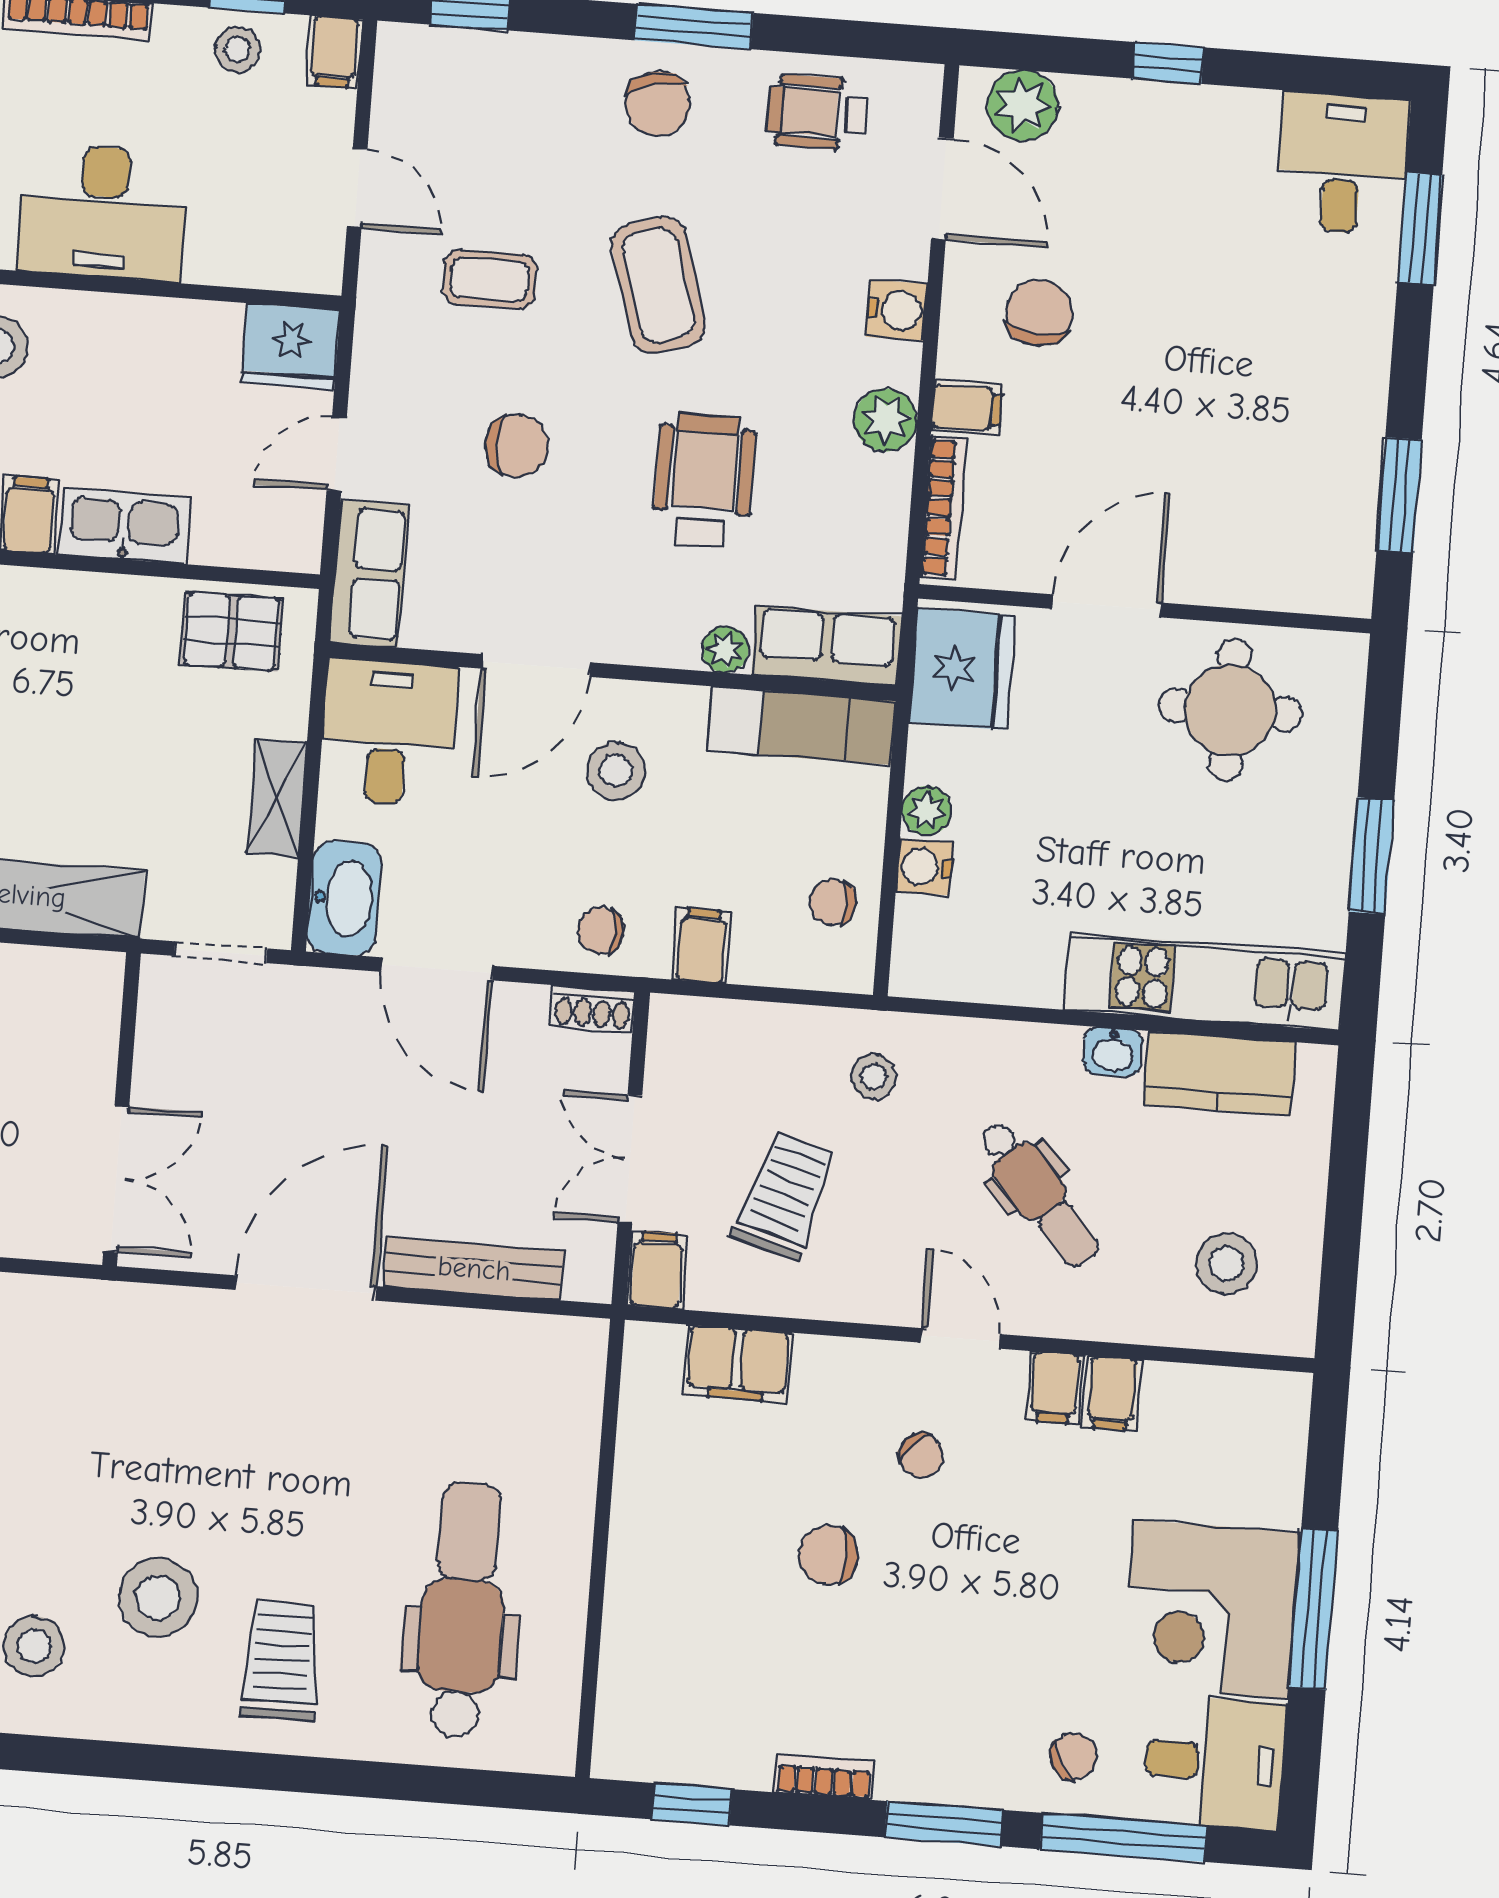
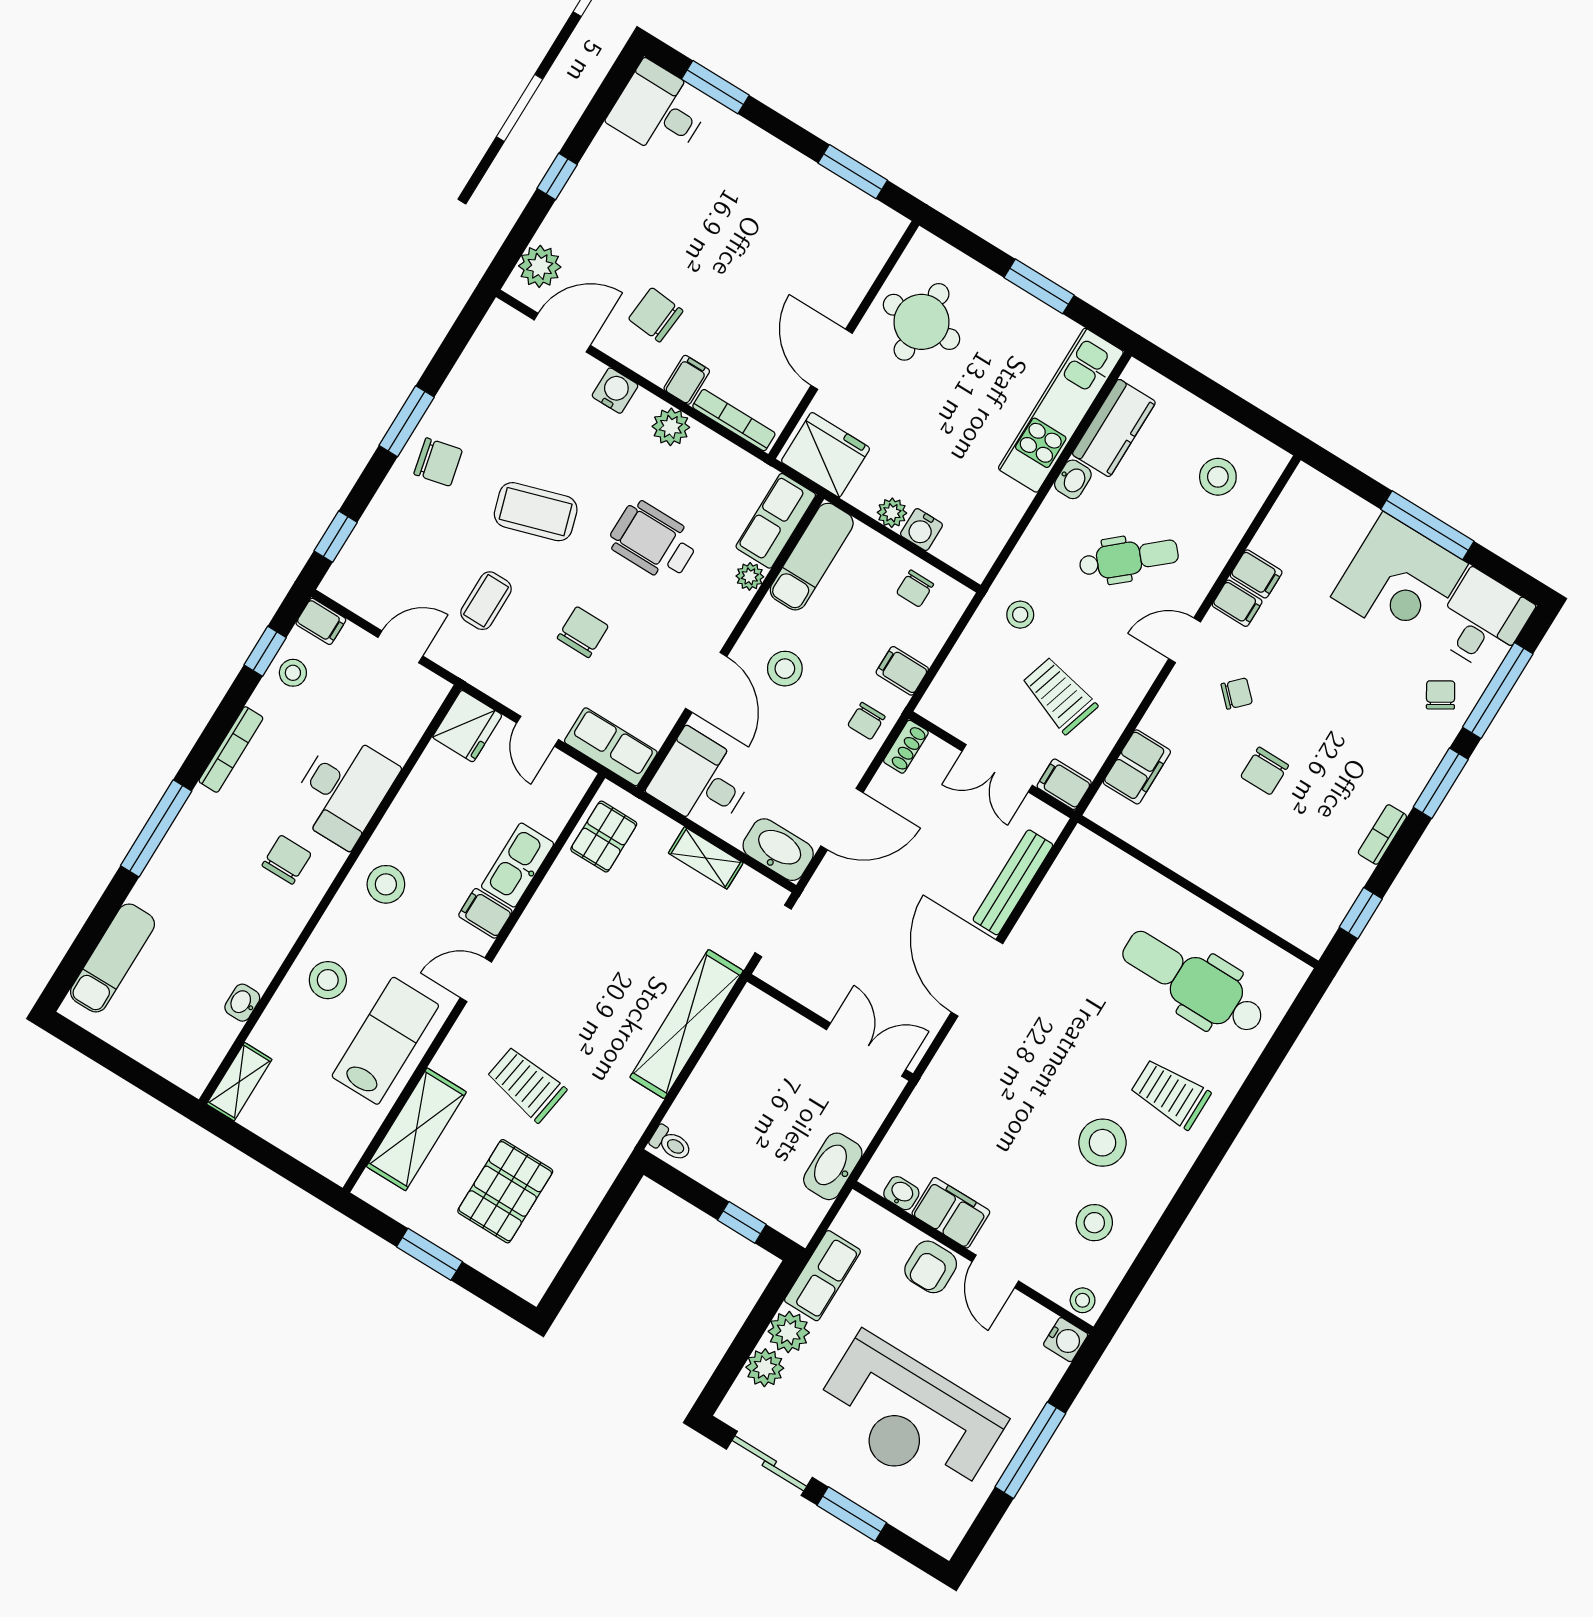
wheelchair: (817, 112) -> (487, 379), removed

